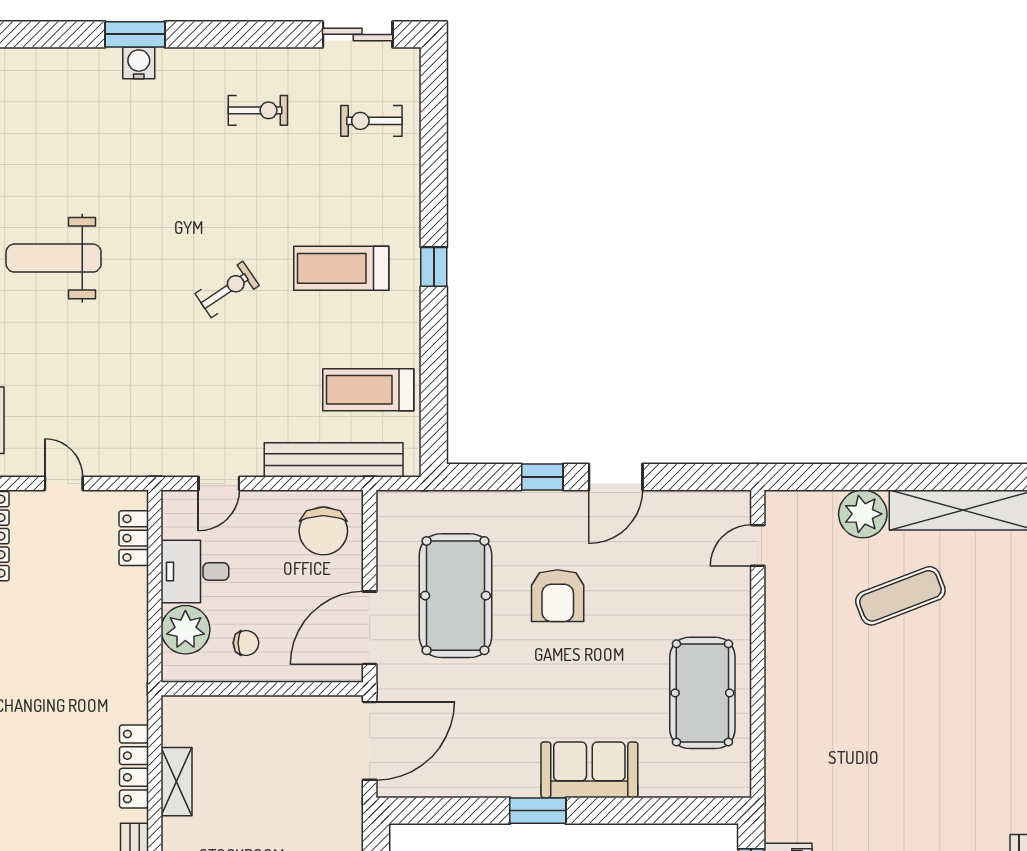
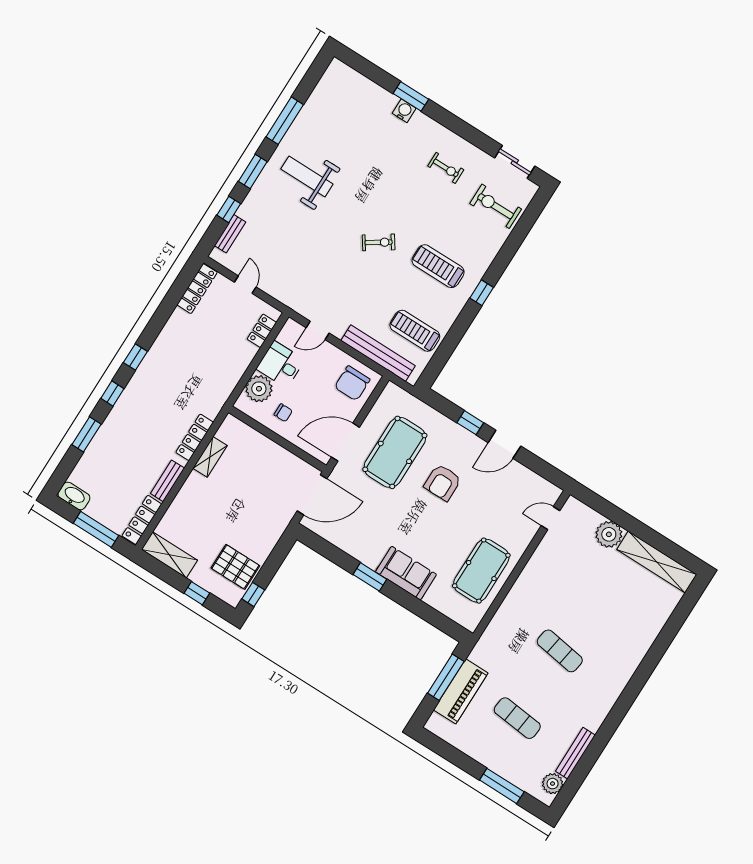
exercise bike: (371, 121) -> (496, 206), width x1.38, depth x1.39
exercise mat: (900, 596) -> (560, 651), moved, turned 30

